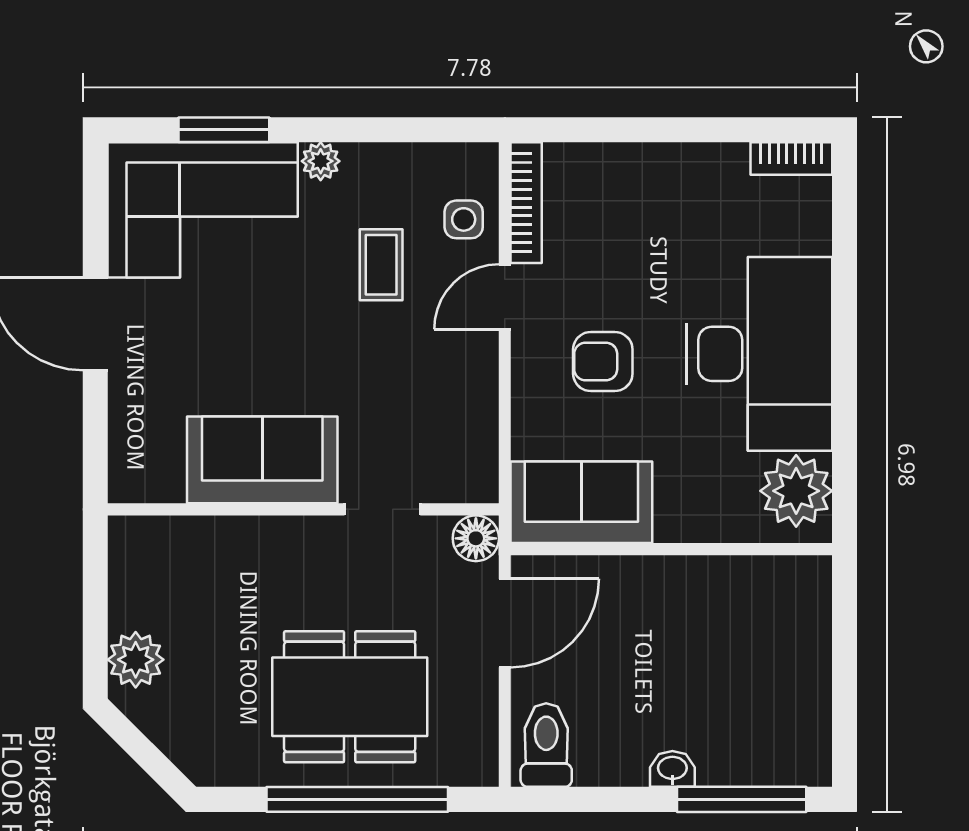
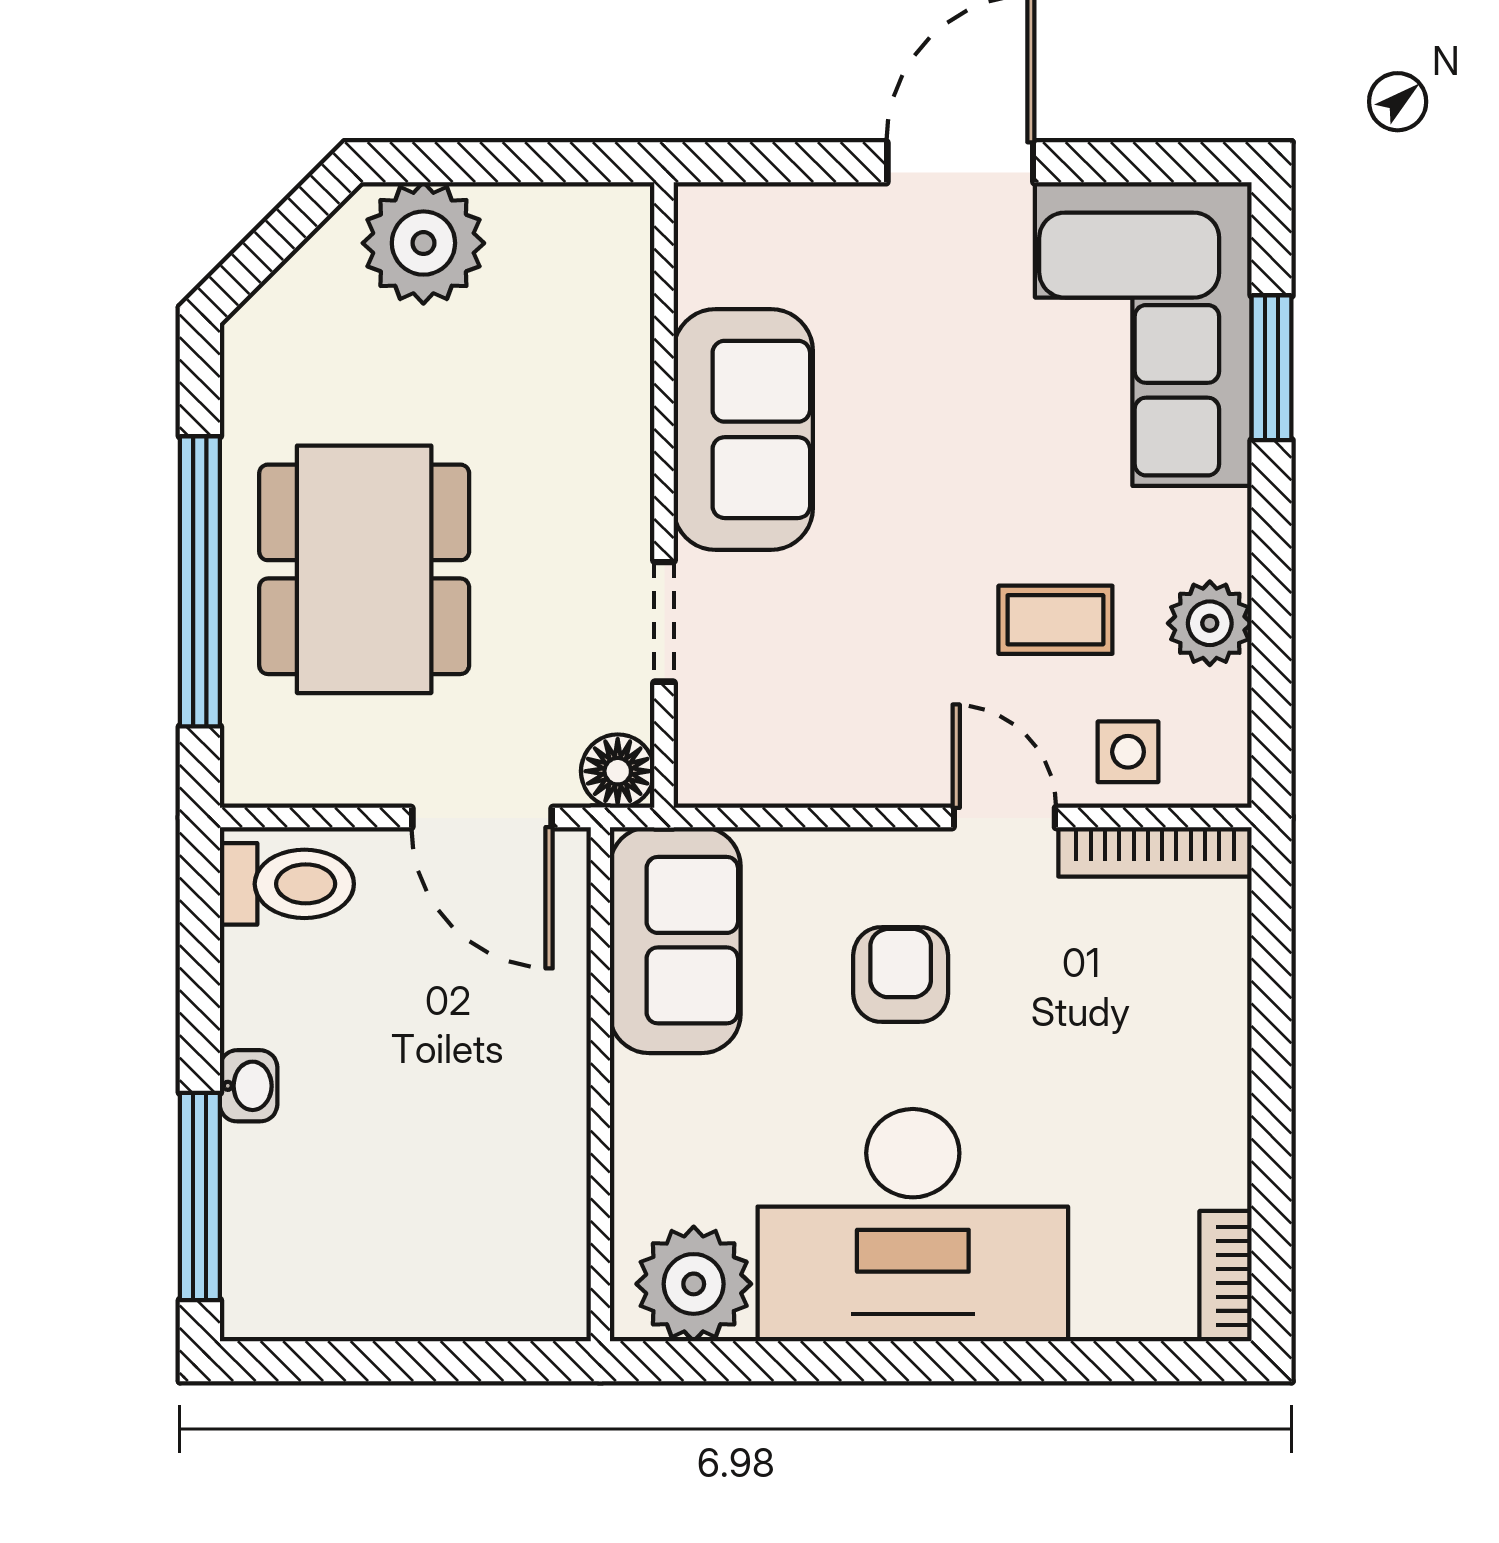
plant: (321, 161) -> (1210, 623), moved, width x1.38, depth x1.38
plant: (136, 660) -> (423, 243), width x1.36, depth x1.36

